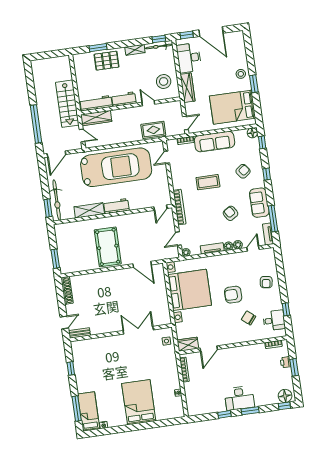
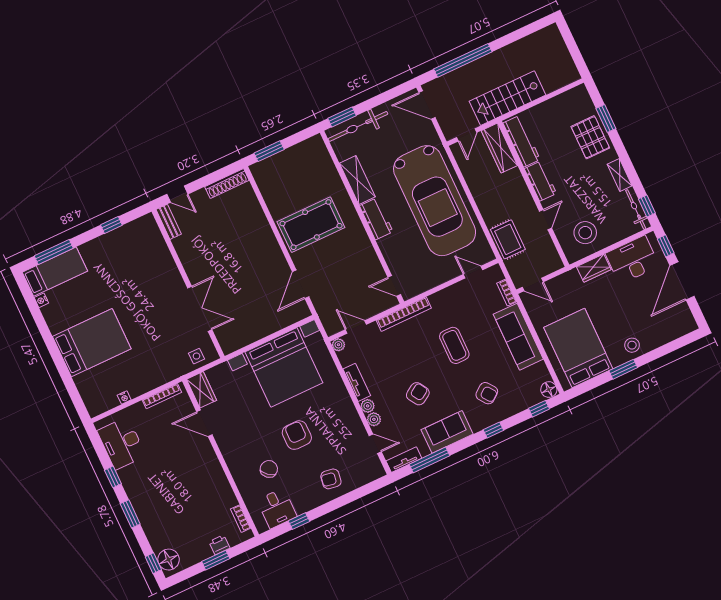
wardrobe: (188, 88) -> (594, 268), width x0.67
desk: (239, 398) -> (122, 443), moved

